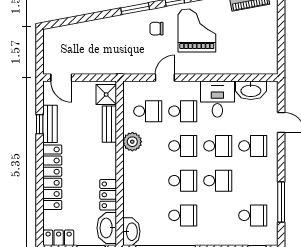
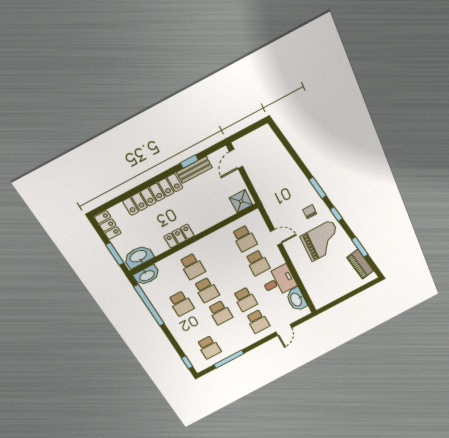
bench: (109, 124) -> (219, 216), removed
plant: (132, 142) -> (215, 240), removed
school desk: (183, 146) -> (192, 266), moved
locker: (108, 195) -> (179, 236), moved

